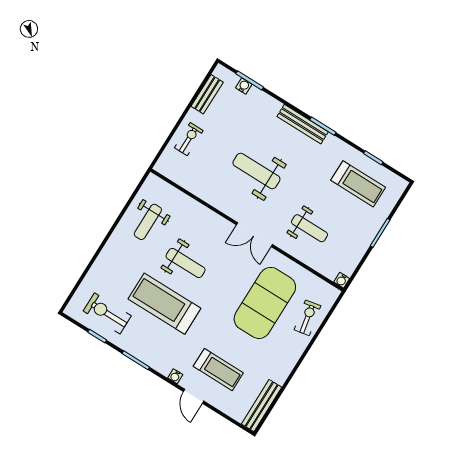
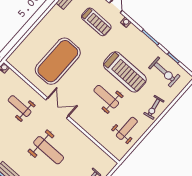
exercise bike: (307, 318) -> (154, 107), moved
treadmill: (218, 370) -> (96, 22), turned 180

